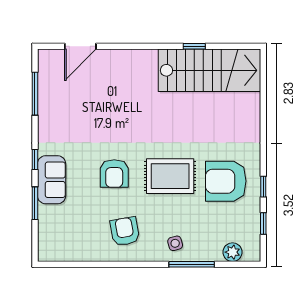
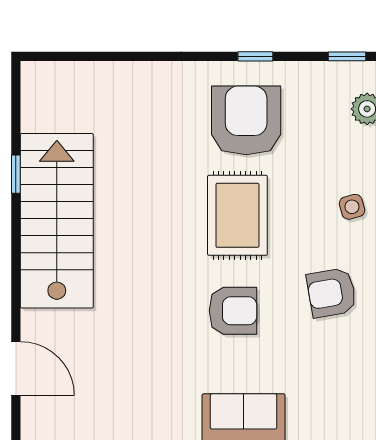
stairs: (209, 70) -> (57, 221), moved
armchair: (226, 181) -> (246, 120), turned 180
window: (263, 223) -> (347, 56), moved

